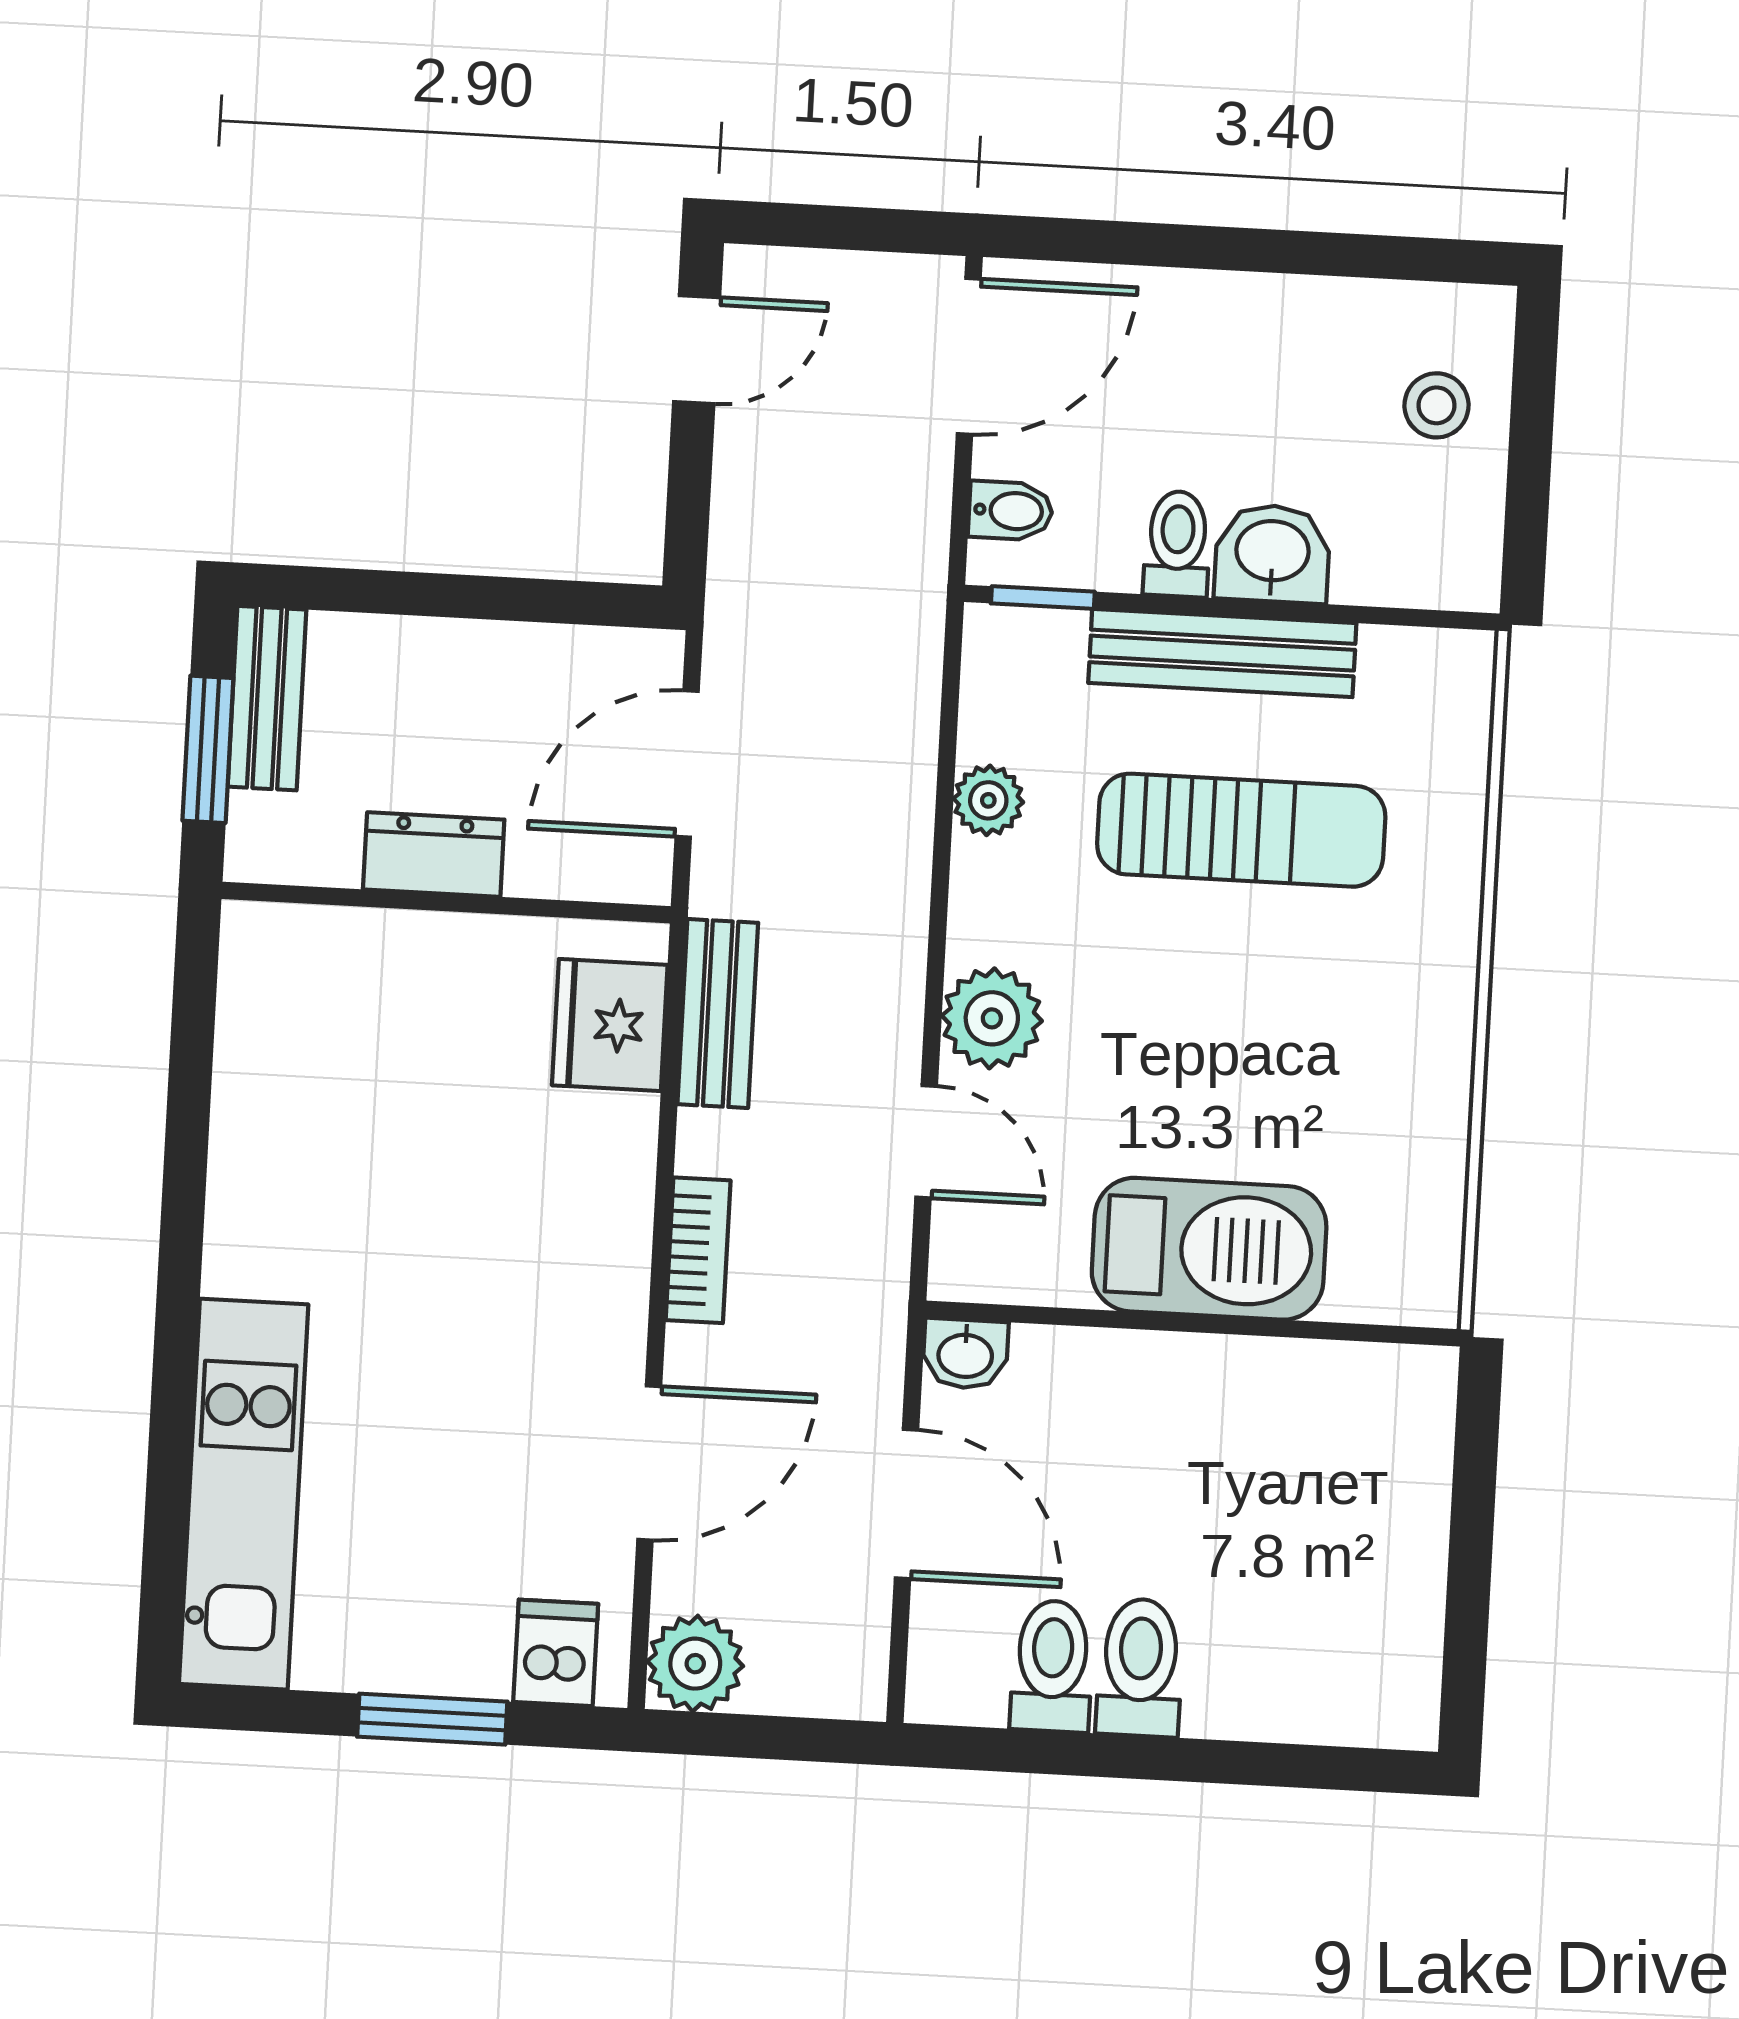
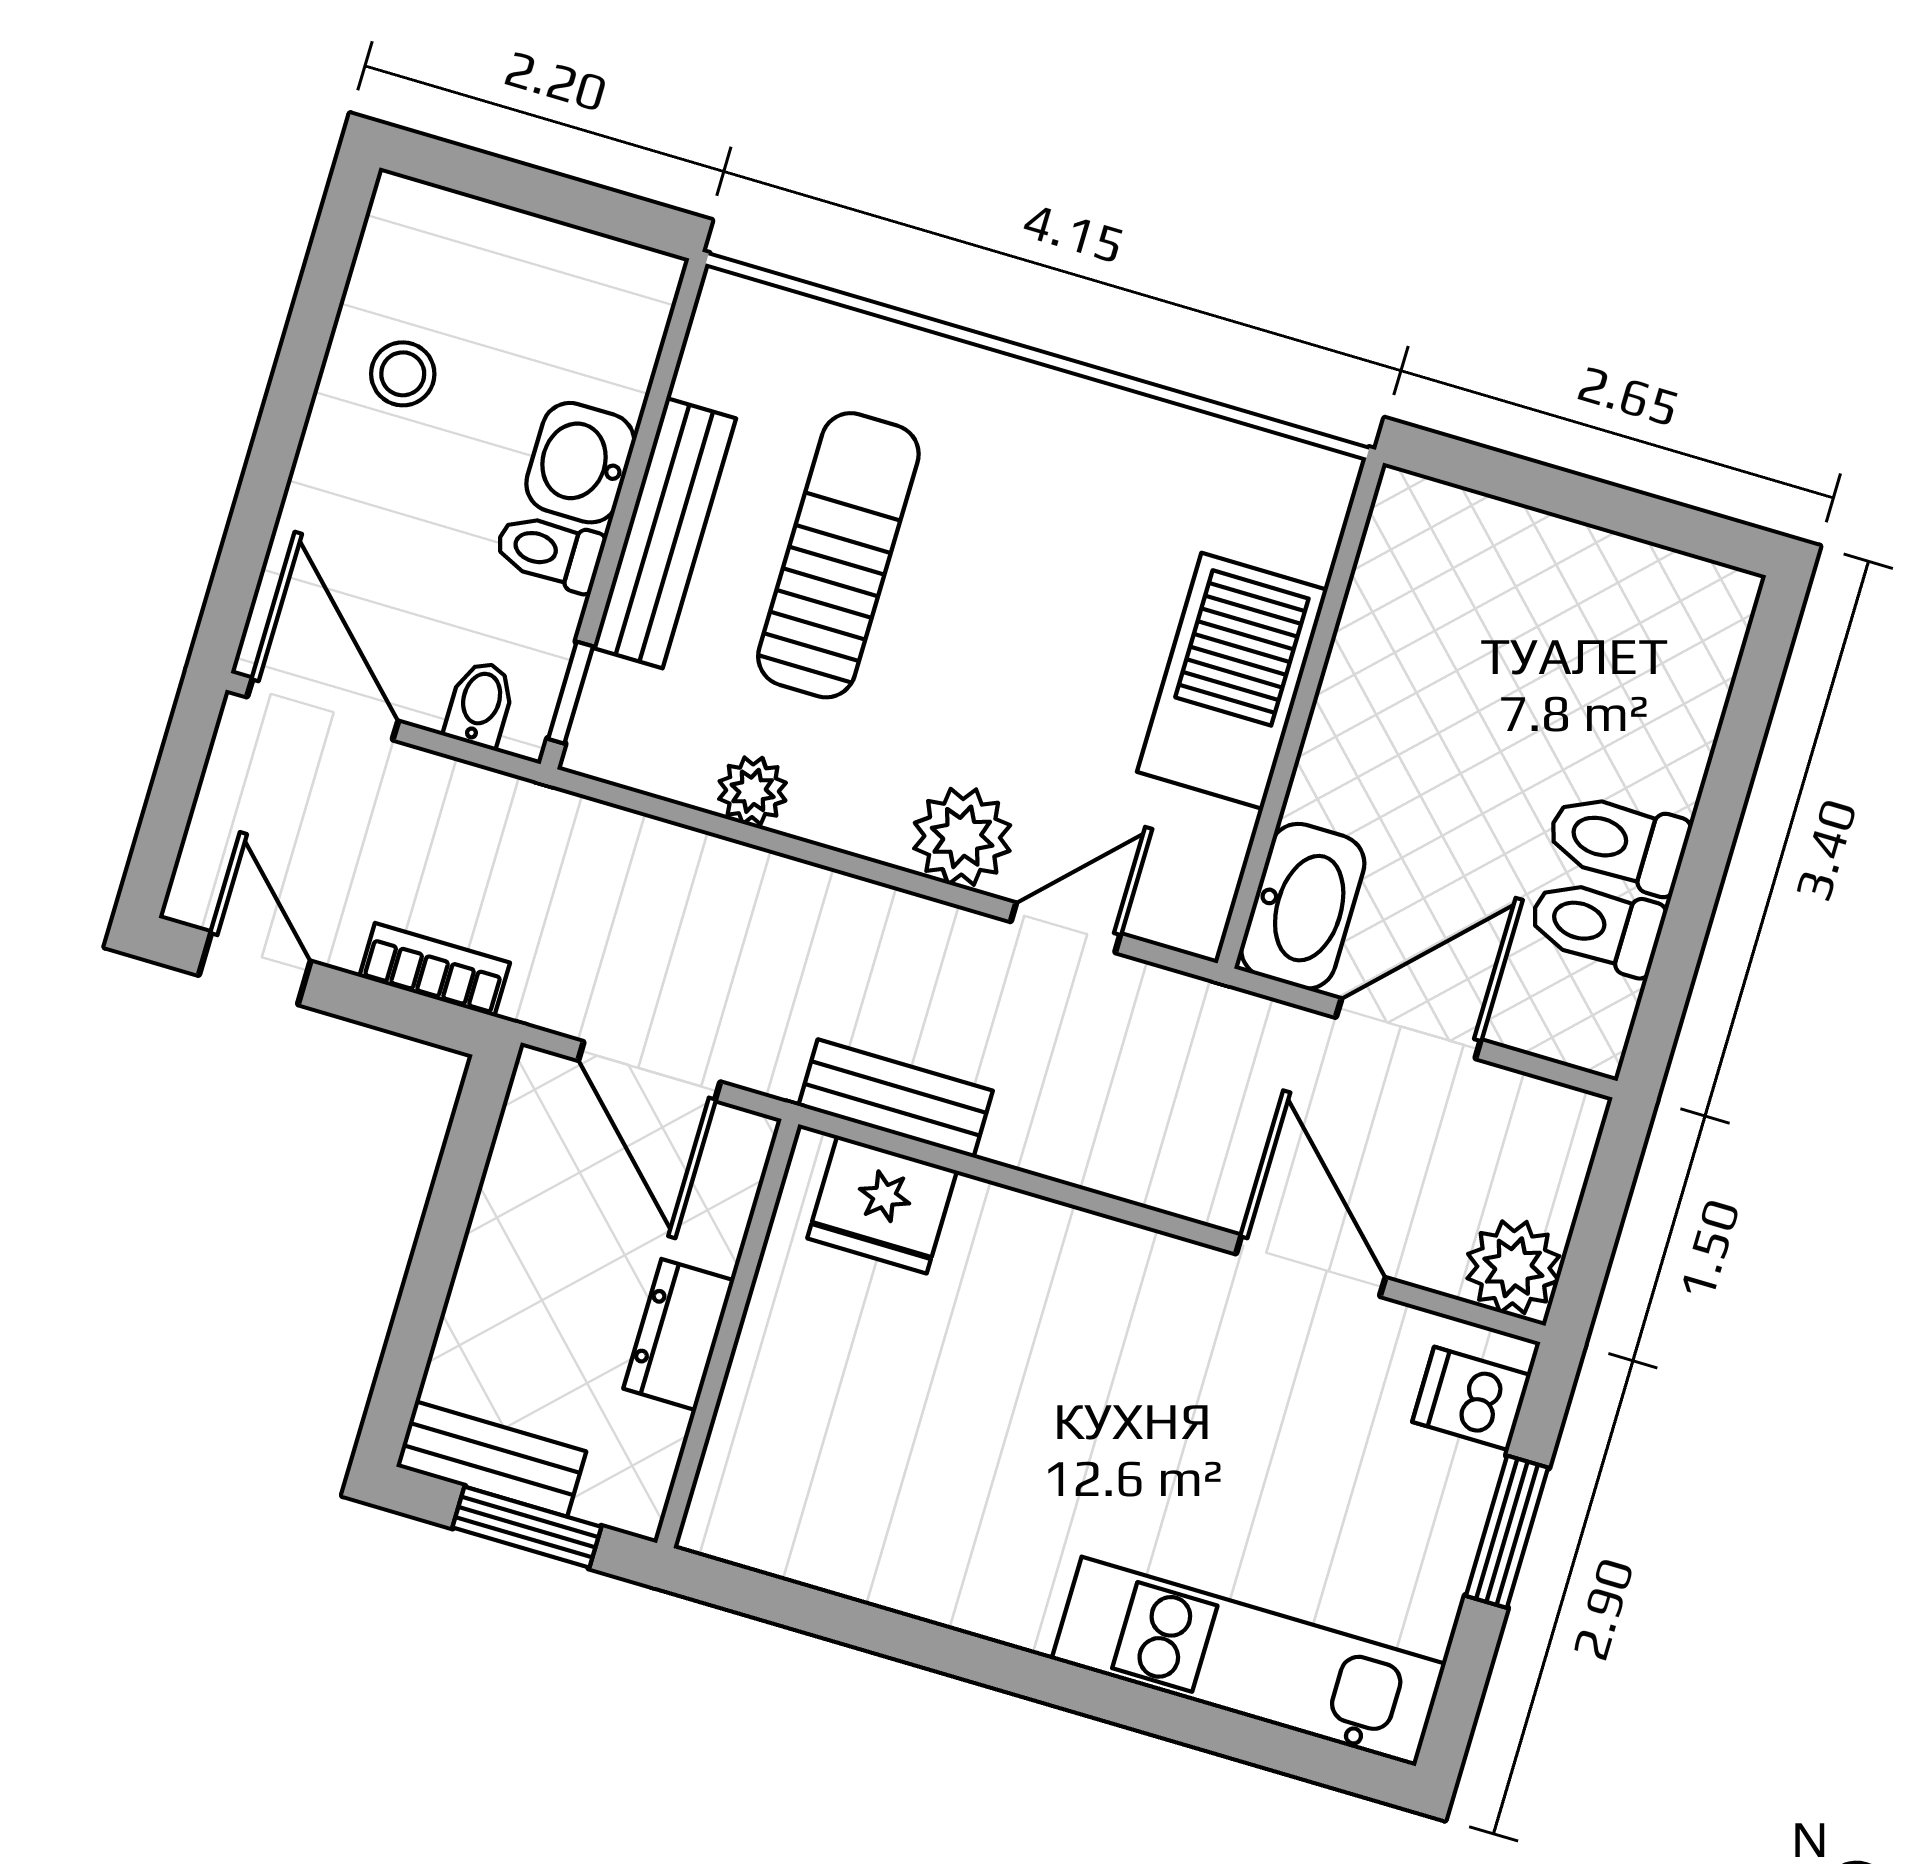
stool: (1437, 405) -> (403, 374), moved
bookcase: (698, 1250) -> (435, 970), moved
washbasin: (965, 1354) -> (1303, 906), width x1.91, depth x1.45

